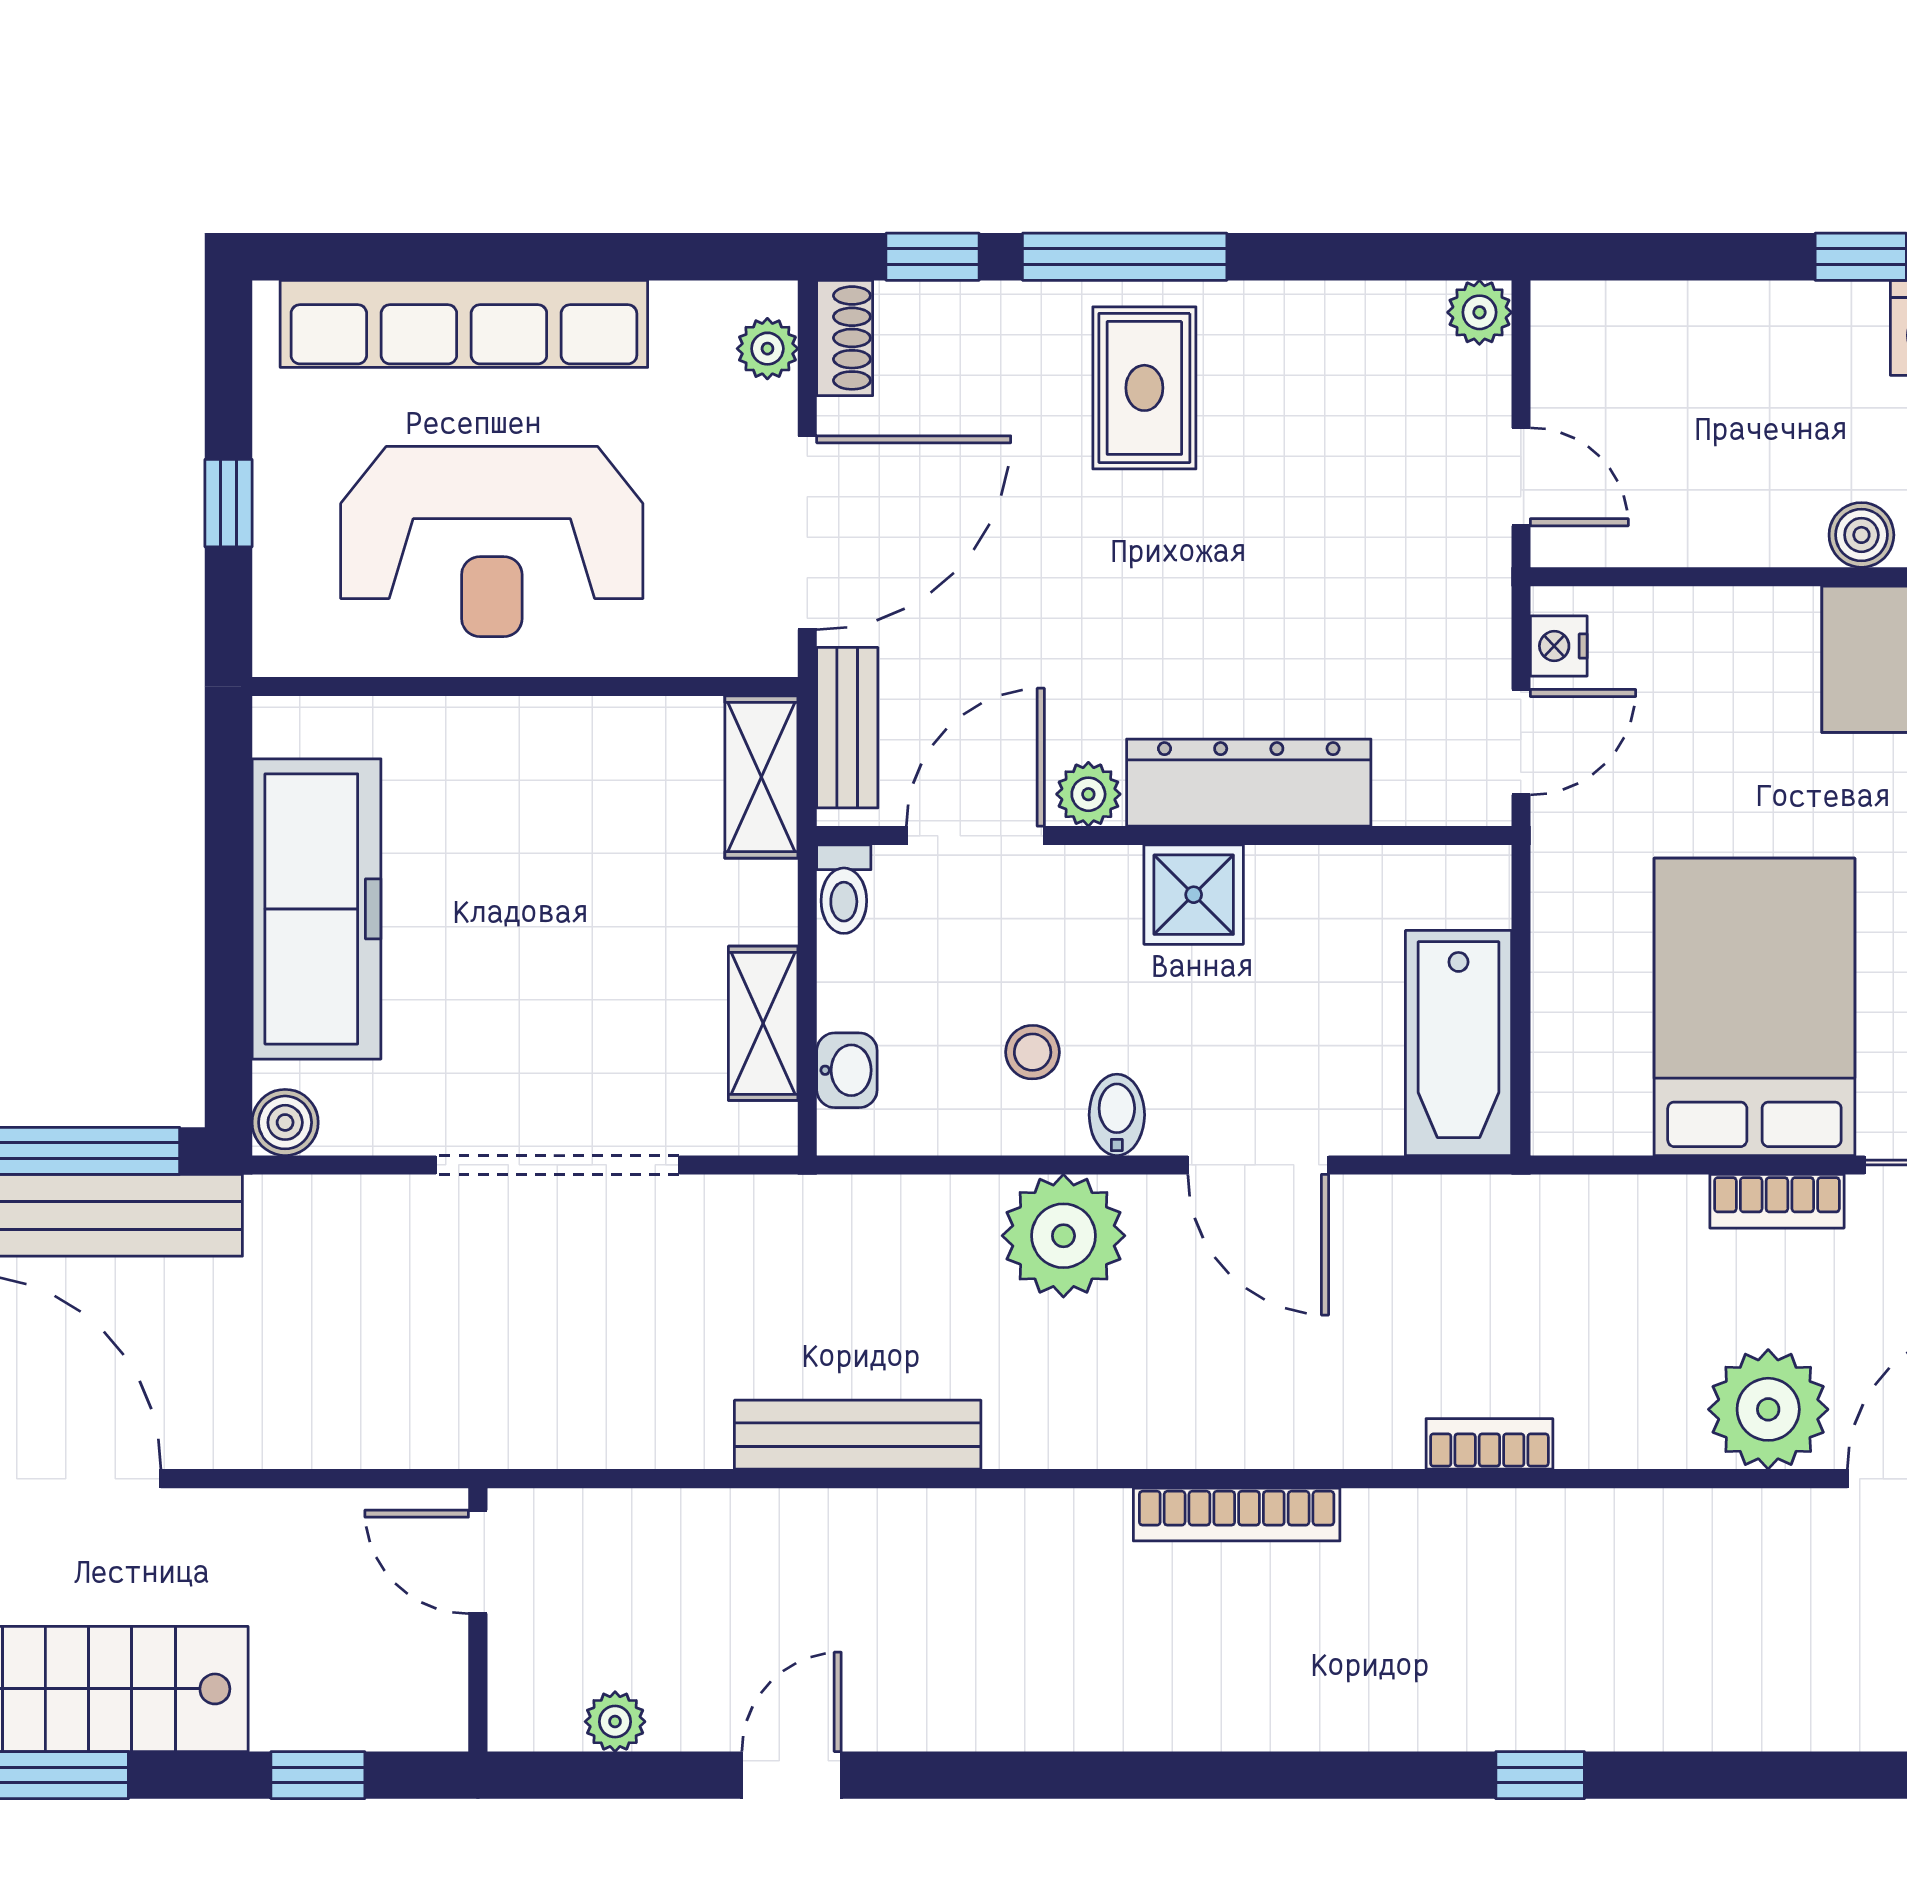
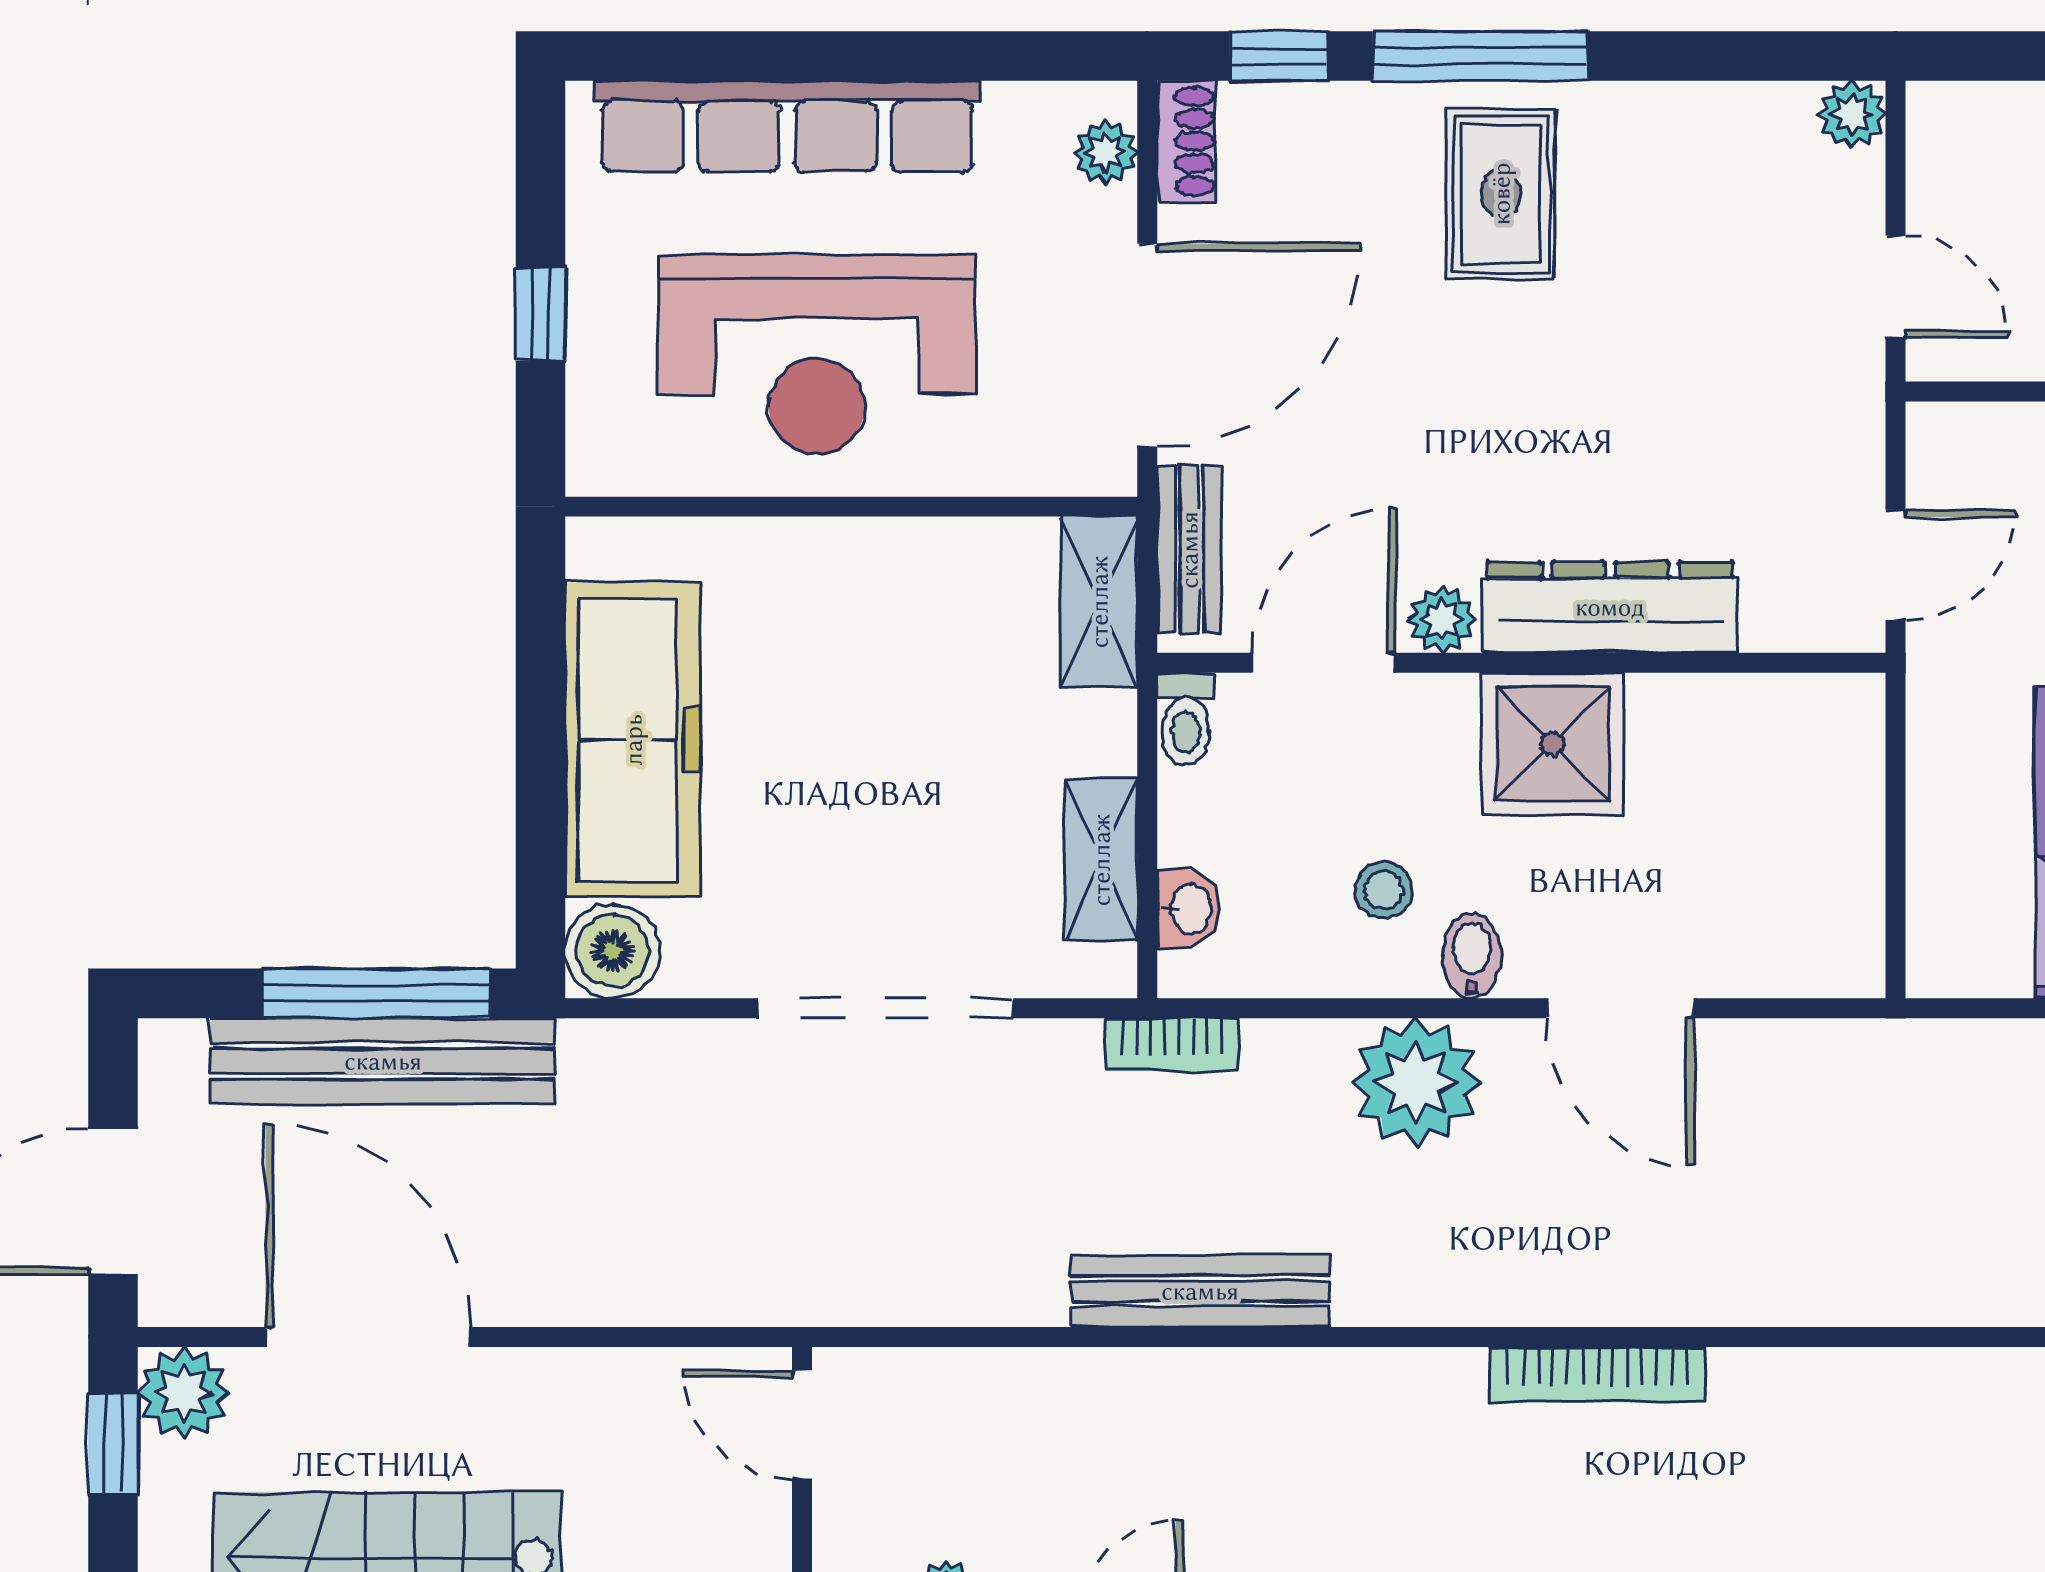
nightstand: (1559, 646) -> (1935, 464), removed
shower: (1194, 895) -> (1552, 744), width x1.36, depth x1.36
bathtub: (1458, 1043) -> (1830, 880), removed
boiler: (285, 1122) -> (613, 951), width x1.36, depth x1.36
bookcase: (1489, 1444) -> (1172, 1045), moved, turned 180

